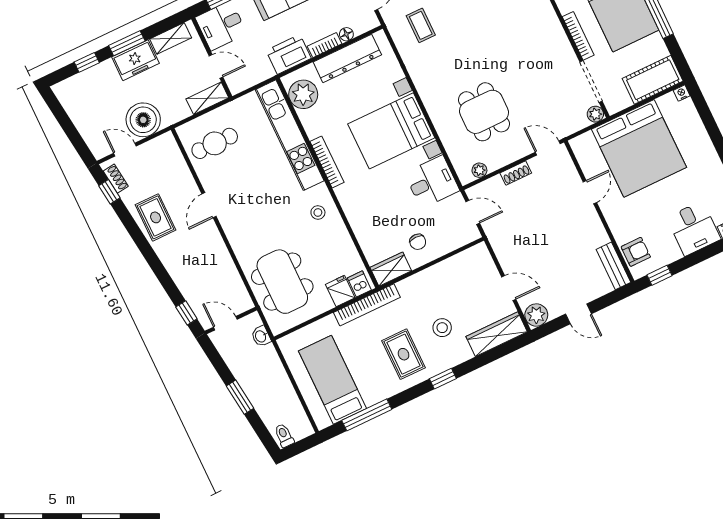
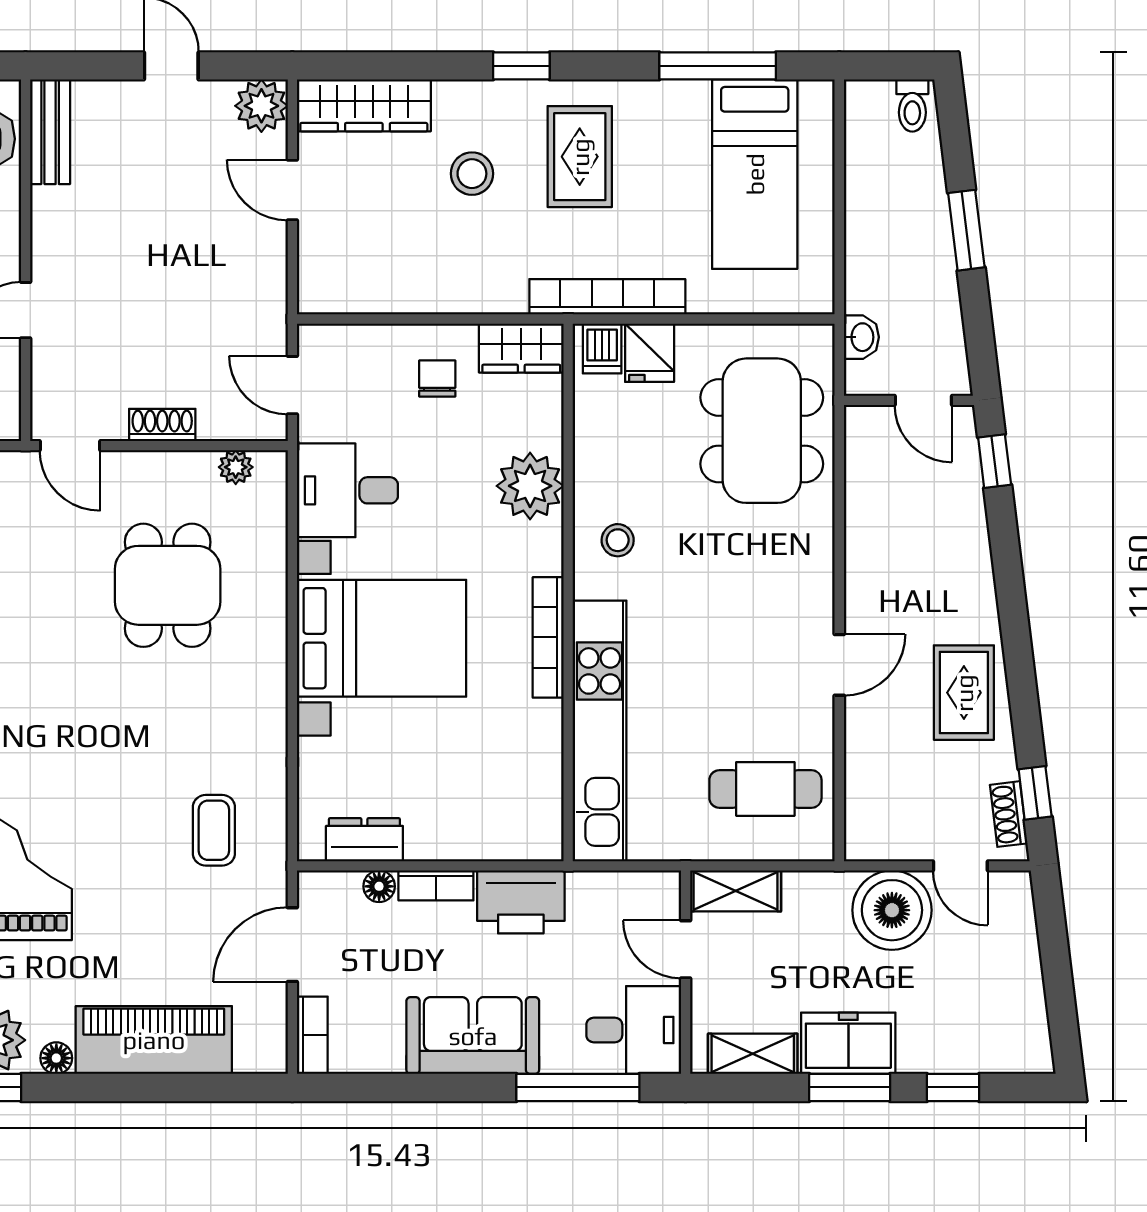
dresser: (347, 58) -> (364, 840), width x0.51, depth x0.80
plant: (303, 94) -> (530, 486), moved

